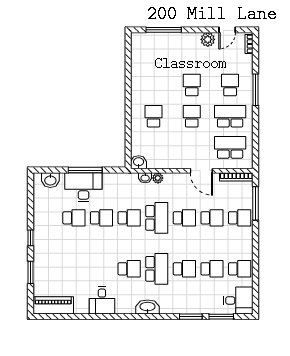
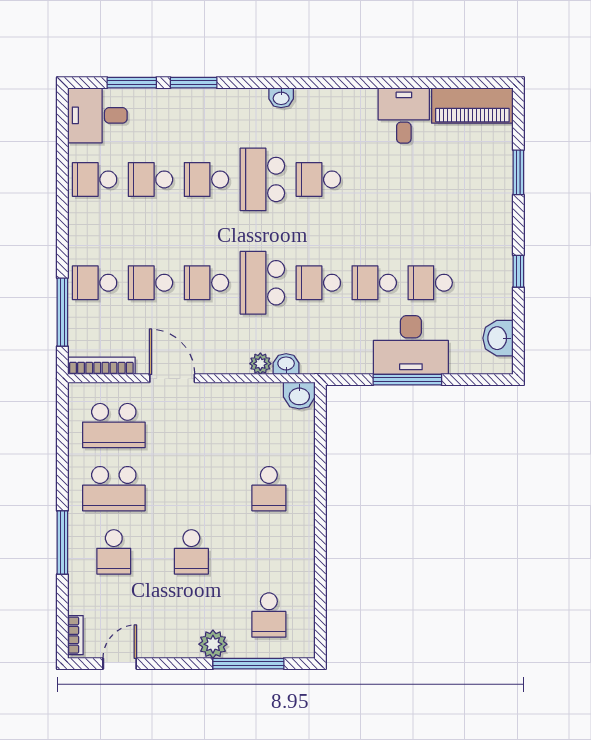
plant: (208, 39) -> (213, 644), moved
school desk: (192, 116) -> (269, 615), moved
washbasin: (50, 180) -> (498, 338), moved, turned -90
window: (30, 238) -> (518, 271), moved
desk: (102, 300) -> (404, 115), moved
washbasin: (148, 307) -> (281, 98), width x0.52, depth x0.69

